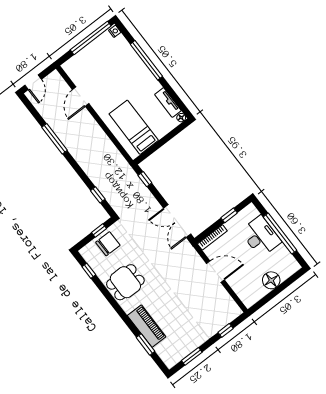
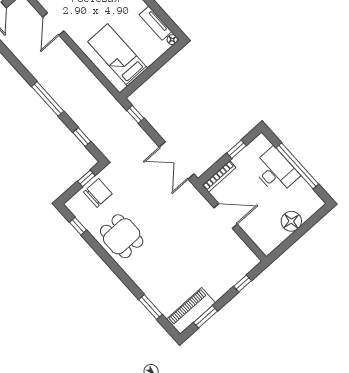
window: (55, 139) -> (48, 99), moved
dining table: (125, 282) -> (122, 236), turned 90
piano: (147, 326) -> (191, 311), moved, turned -90

